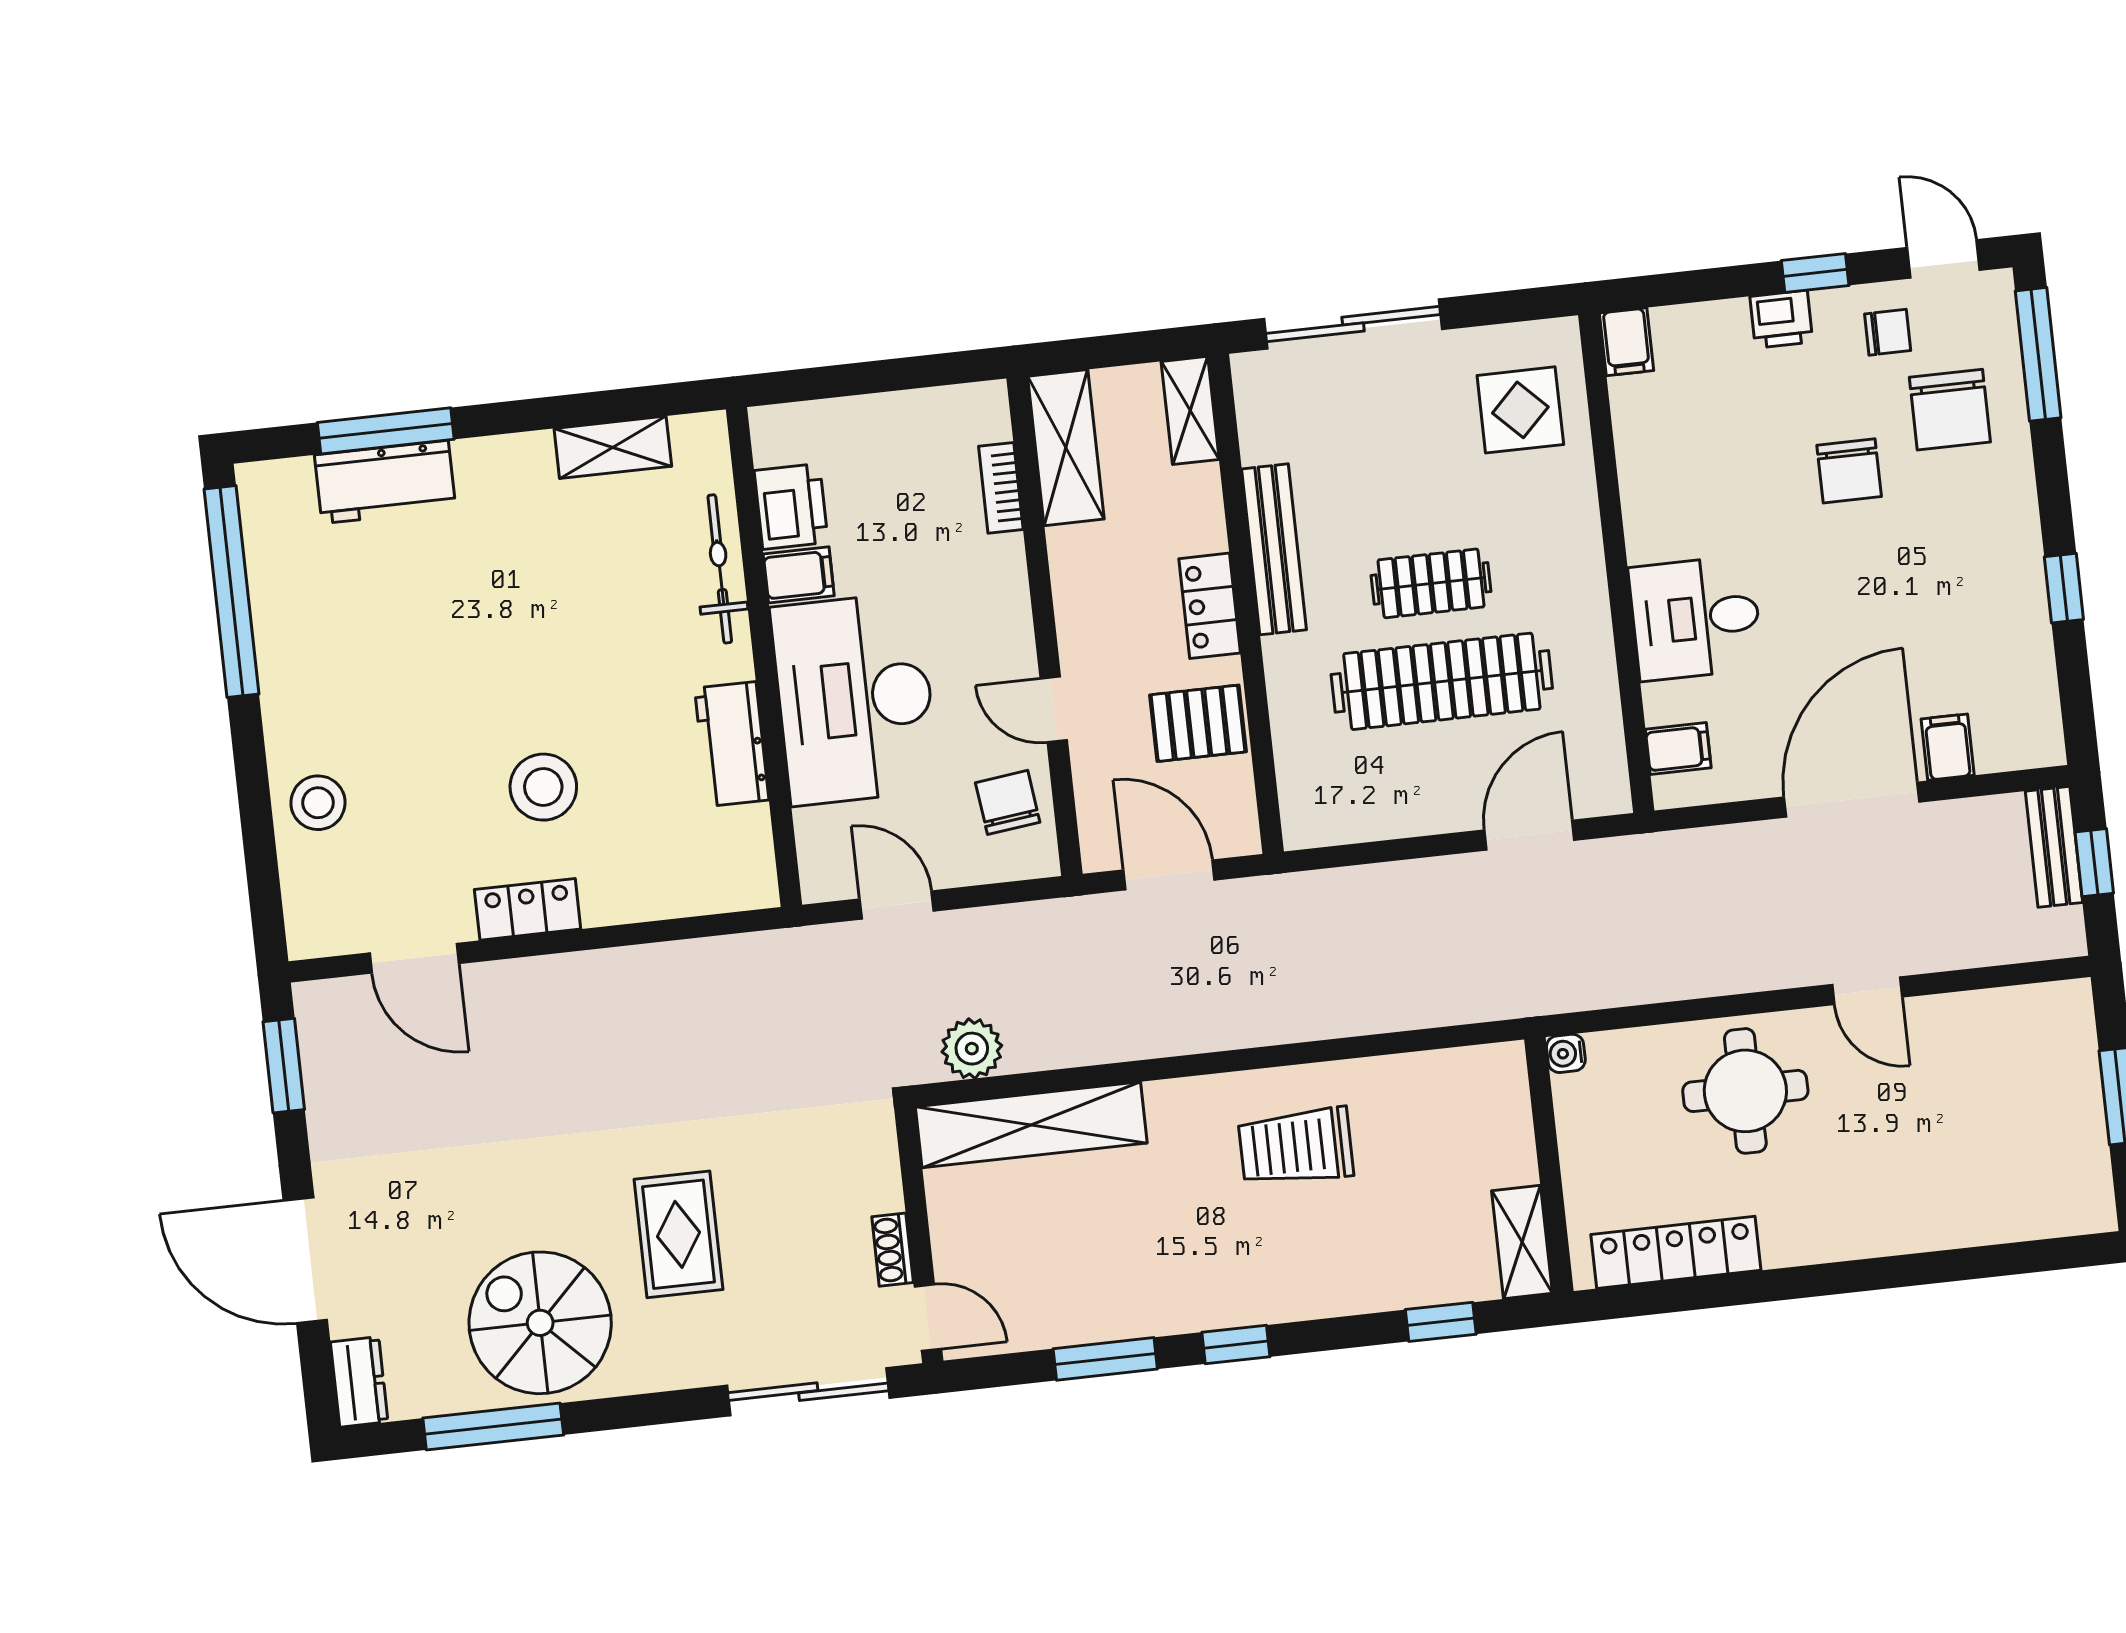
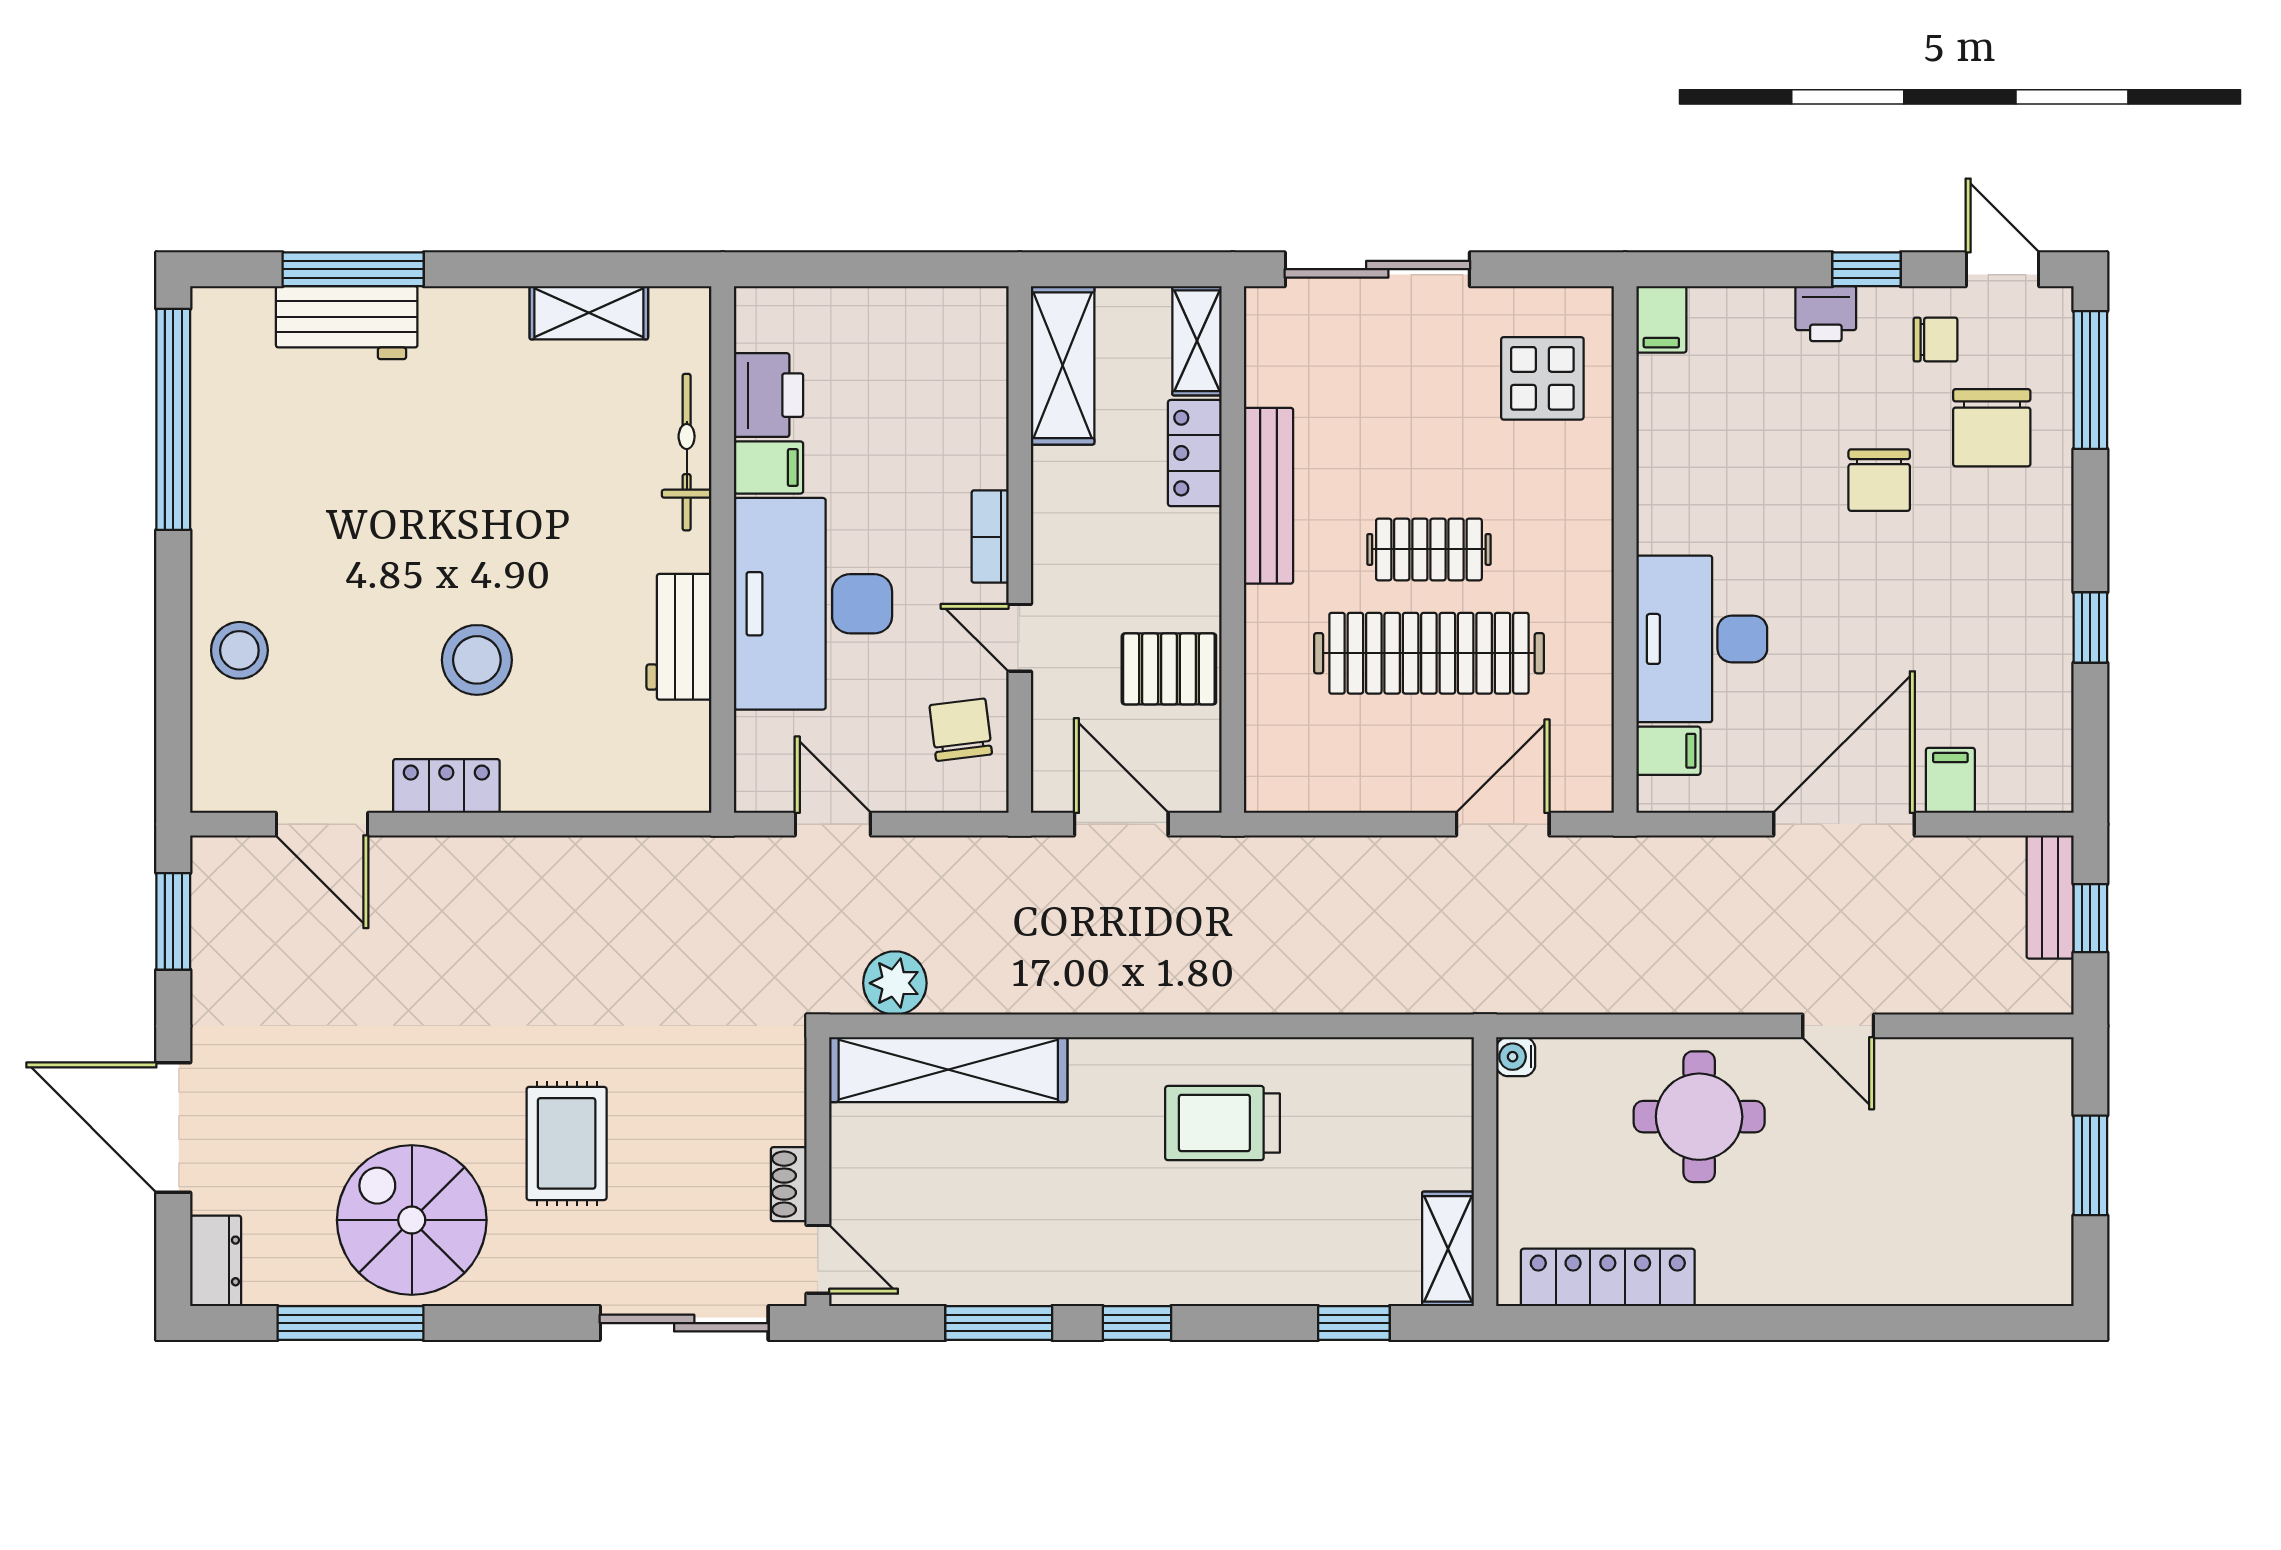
bookcase: (1001, 488) -> (990, 537), moved
locker: (1210, 606) -> (1195, 453), moved
desk: (1696, 618) -> (1702, 639), width x1.37

